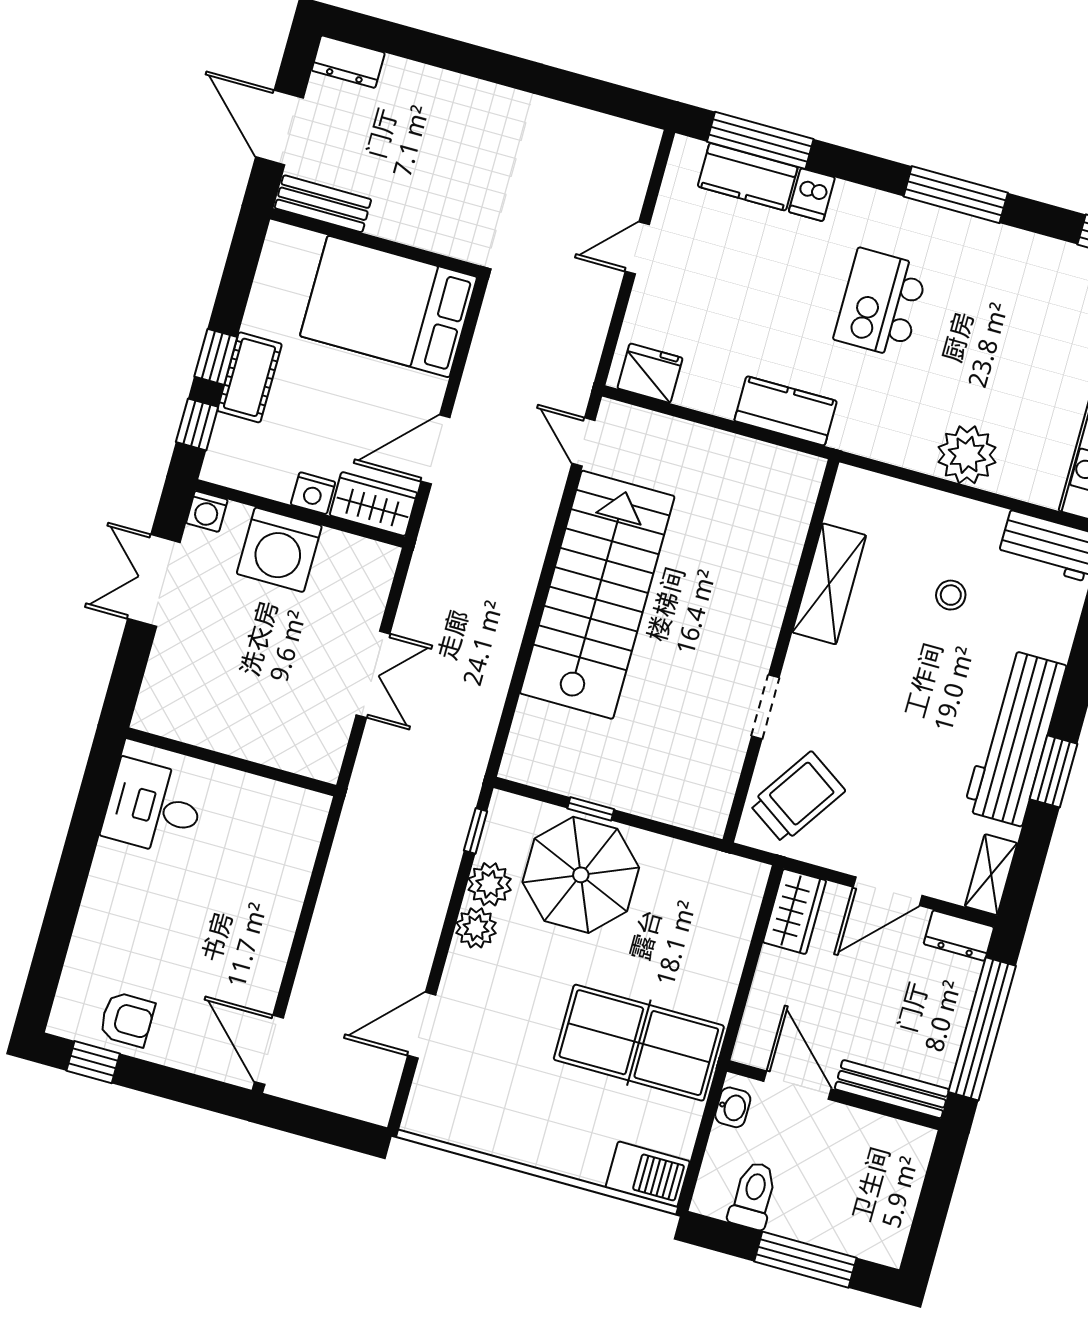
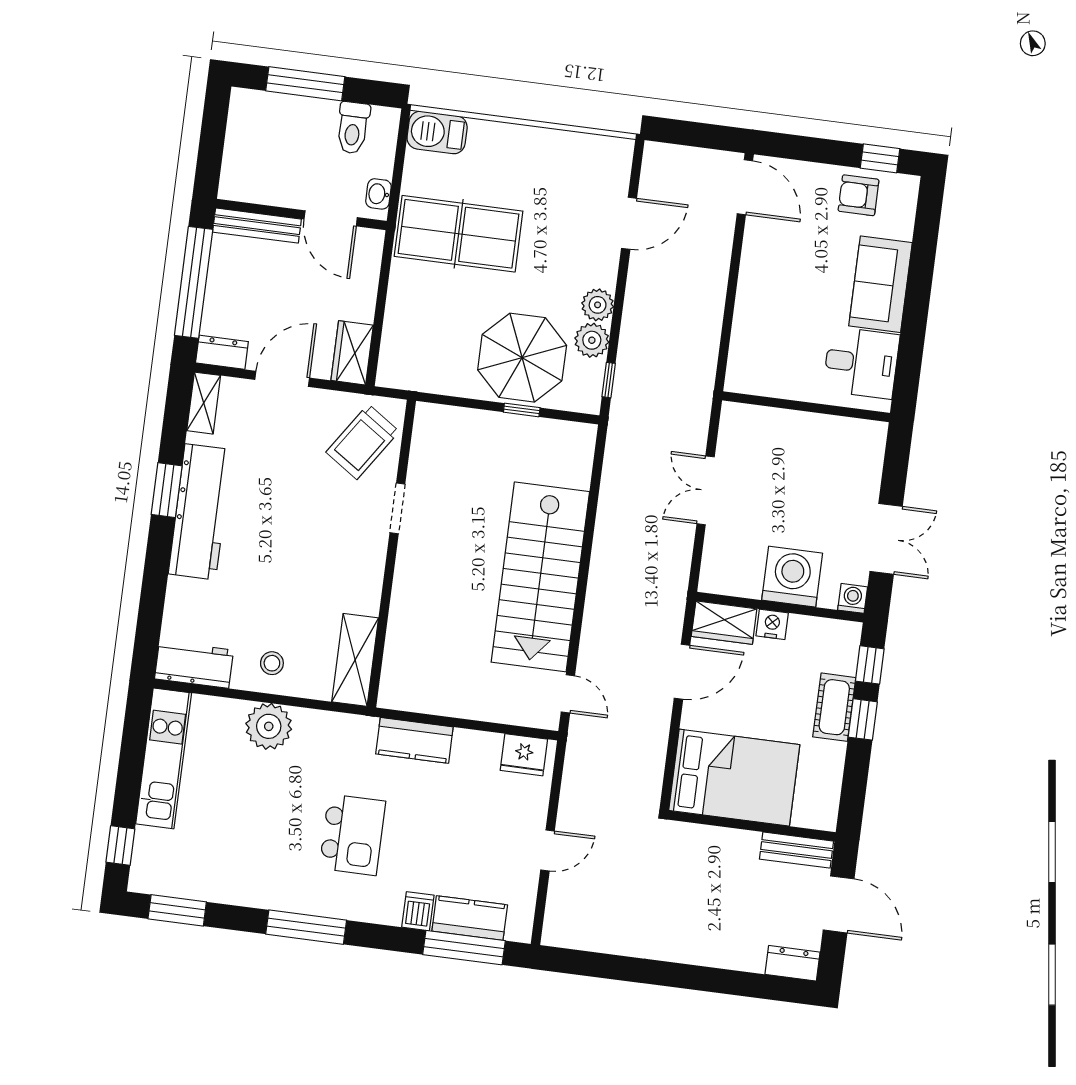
shelving: (829, 584) -> (355, 660), moved
stool: (951, 595) -> (272, 663), moved
sofa: (115, 903) -> (880, 284), added

